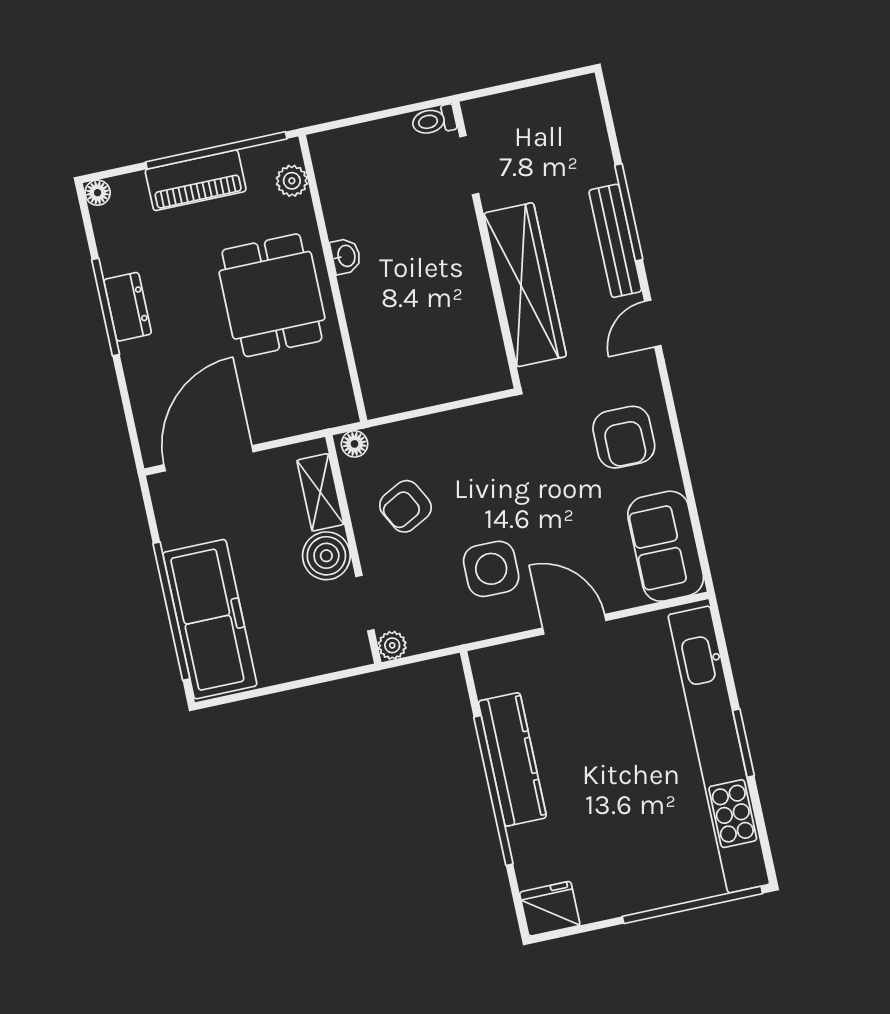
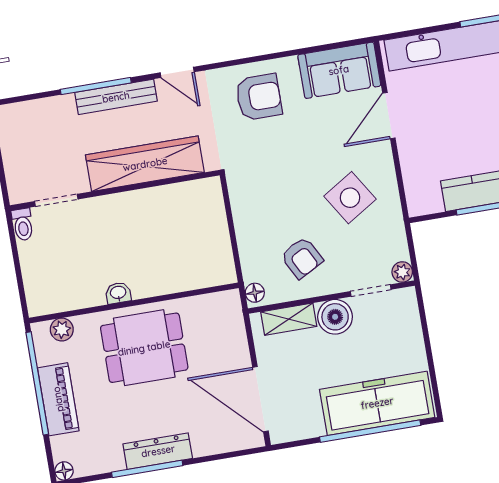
dresser: (128, 307) -> (158, 451), width x1.44
side table: (491, 569) -> (350, 198), turned -32
door: (574, 624) -> (389, 116), moved

